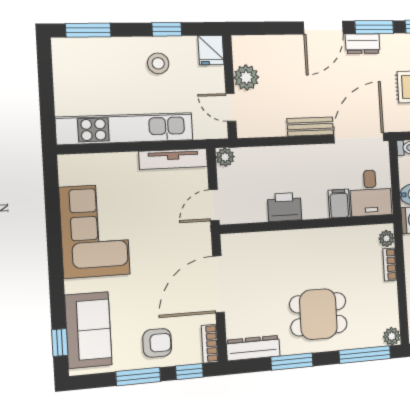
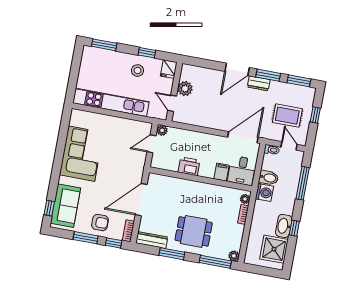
bench: (310, 126) -> (215, 124), removed
tv unit: (173, 159) -> (133, 125), removed
door: (214, 205) -> (152, 144), moved

